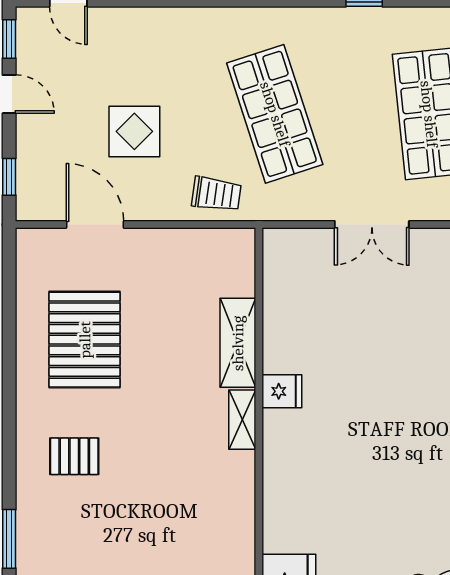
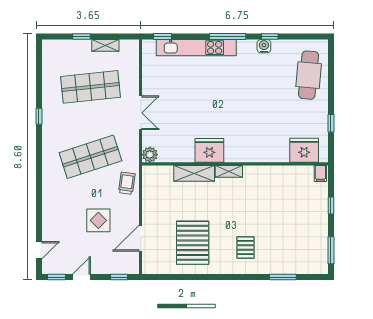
plant: (279, 245) -> (150, 155), added
pallet: (85, 340) -> (193, 243), turned 90
fridge: (282, 391) -> (209, 150), width x1.88, depth x1.34

